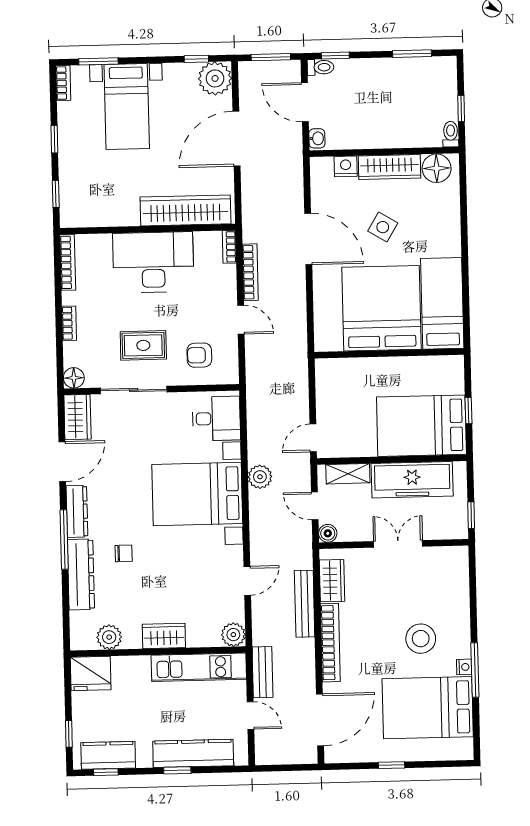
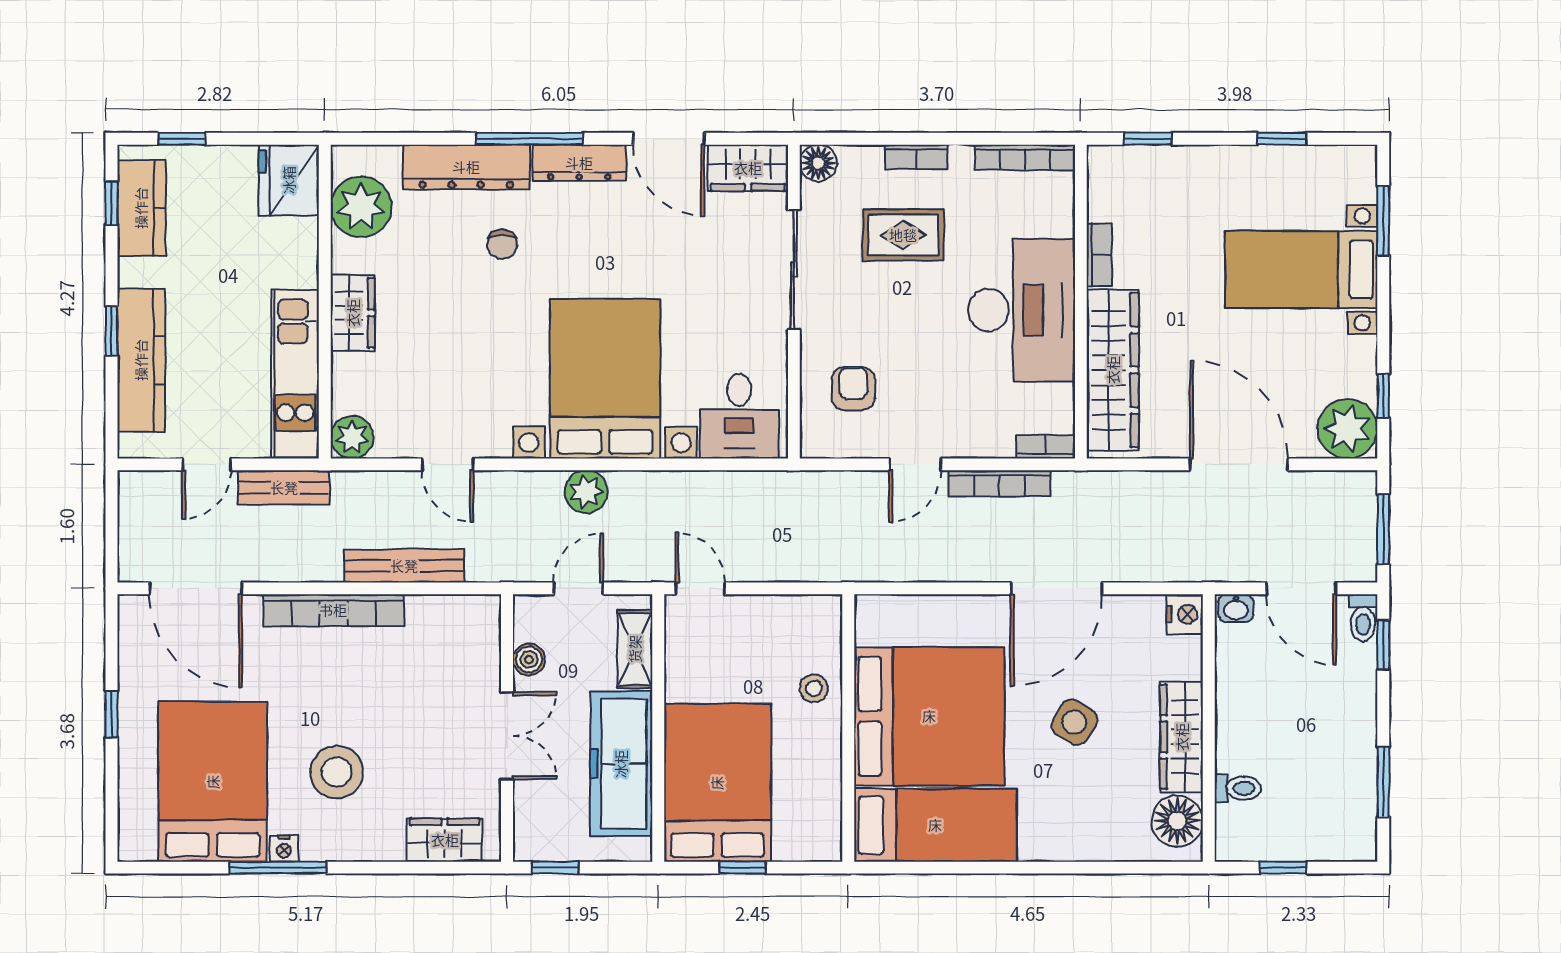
bookcase: (63, 83) -> (1099, 255), moved, turned -90
door: (305, 102) -> (1301, 588), swing flipped
toilet: (451, 134) -> (1238, 788), moved
window: (54, 139) -> (1282, 139), moved
nightstand: (346, 166) -> (1185, 614), moved
rug: (143, 345) -> (903, 235), moved, turned 90
stool: (367, 373) -> (814, 688), added
plant: (260, 477) -> (586, 492), moved
boiler: (328, 533) -> (529, 659), moved
wardrobe: (332, 581) -> (445, 840), moved, turned 180
plant: (109, 637) -> (361, 207), width x1.36, depth x1.36

